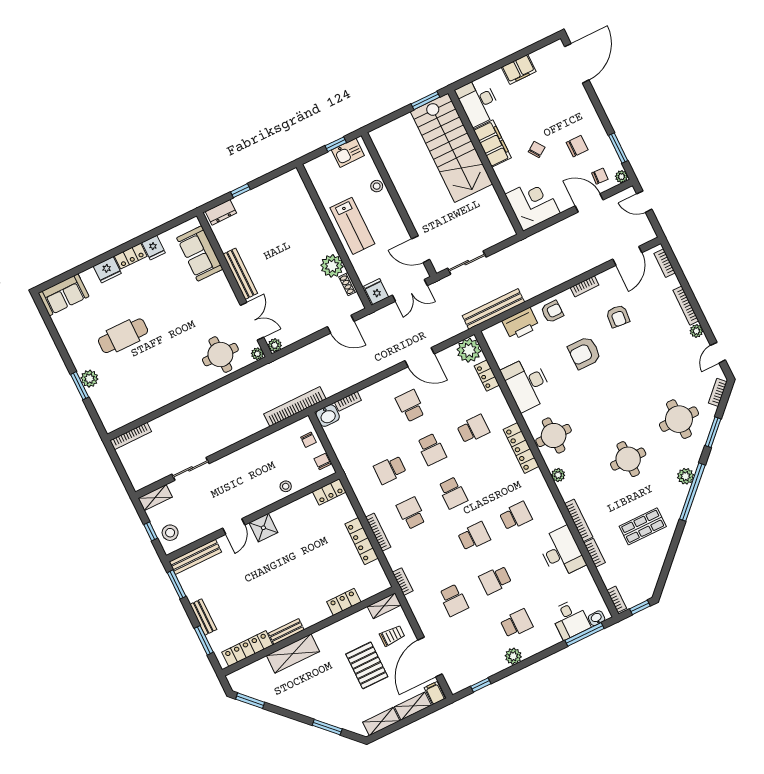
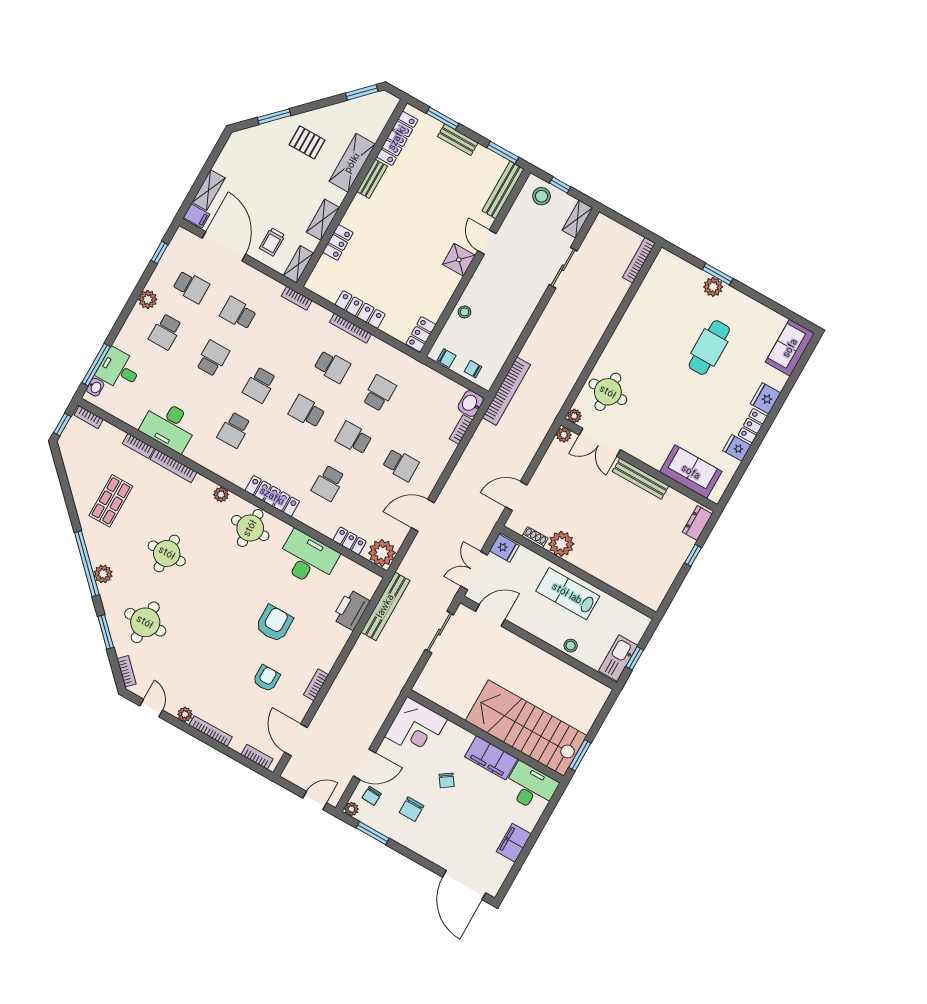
kitchen sink: (348, 153) -> (618, 658), width x1.38
armchair: (552, 312) -> (330, 641), removed
armchair: (618, 316) -> (266, 678), turned 85
school desk: (475, 644) -> (191, 287), added
pallet: (367, 665) -> (307, 142), moved, width x0.67, depth x0.71
shelving: (381, 721) -> (323, 220), moved

